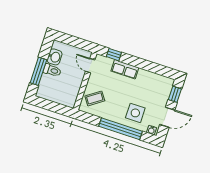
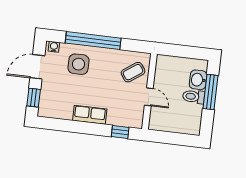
washbasin: (54, 57) -> (198, 80), moved
door: (90, 66) -> (149, 97), moved
row of seats: (125, 69) -> (90, 115), moved

